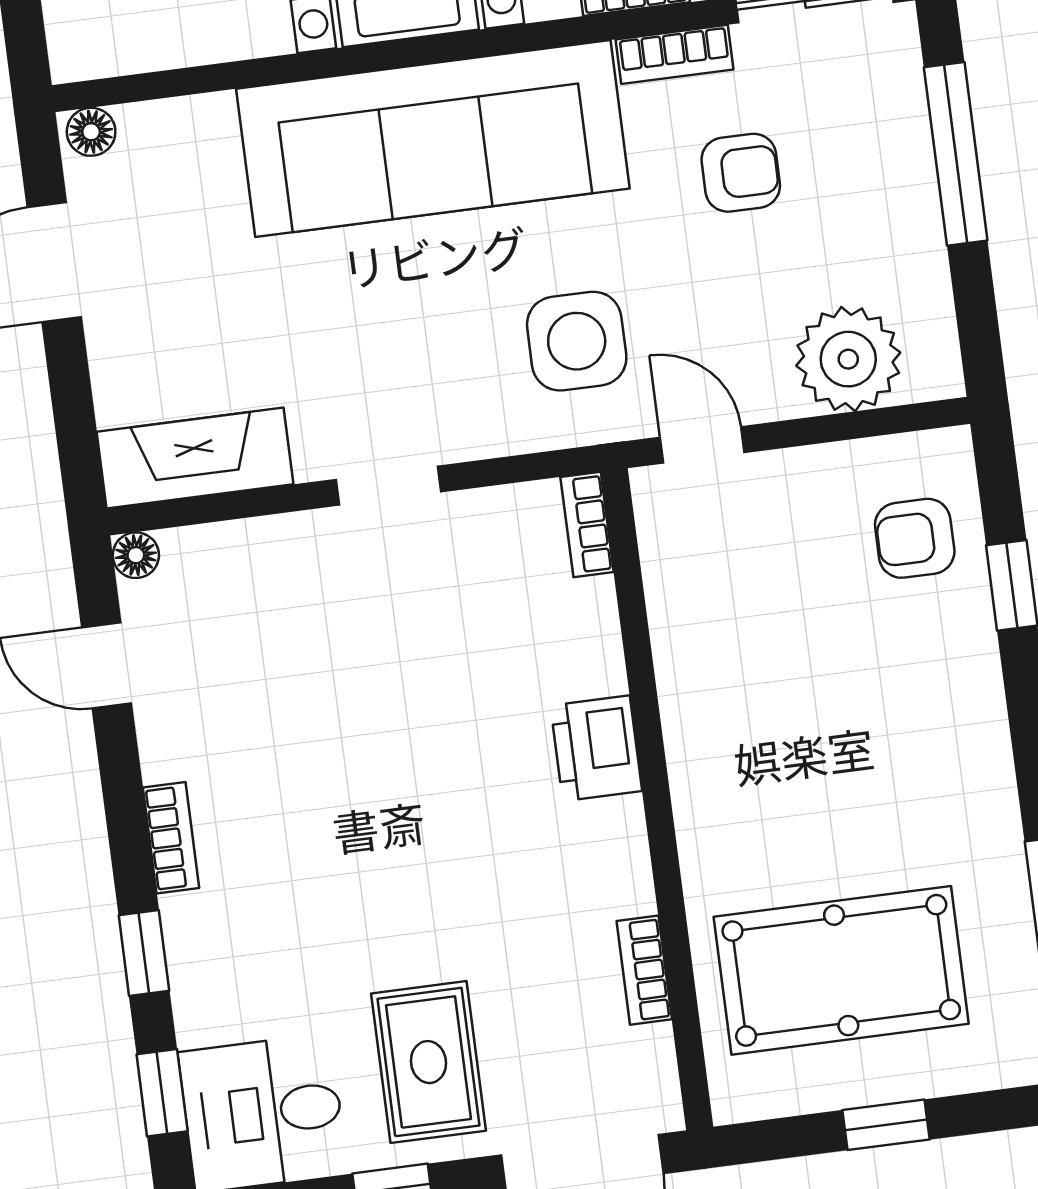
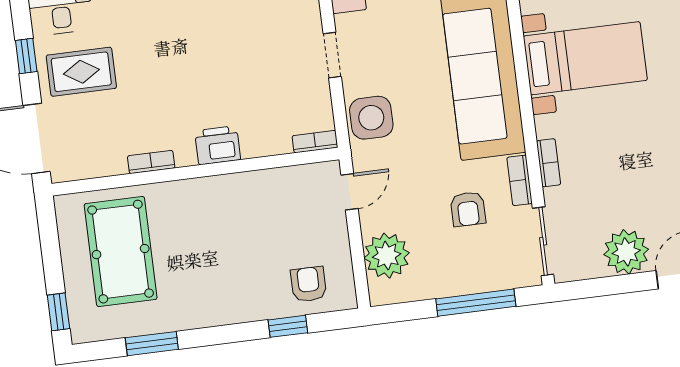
side table: (577, 341) -> (371, 118), moved
bookcase: (644, 970) -> (151, 162), moved
window: (886, 1125) -> (58, 312), moved

